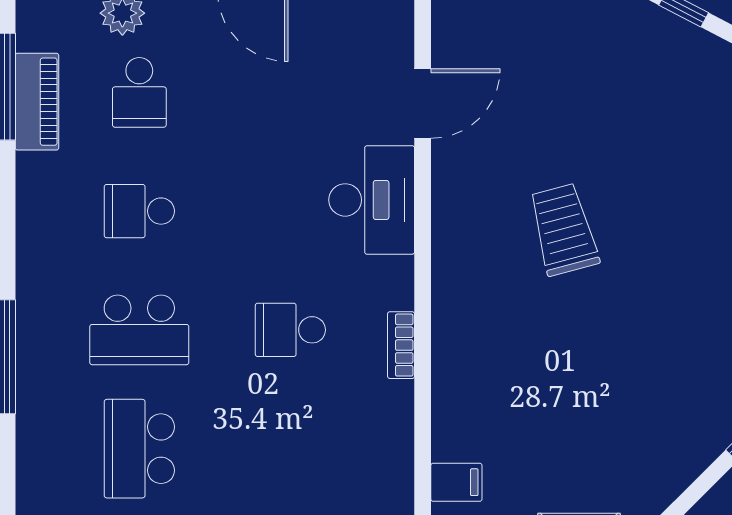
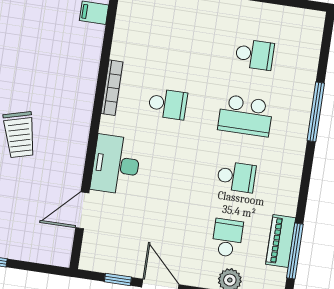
school desk: (139, 330) -> (245, 116), turned 180
bookcase: (401, 345) -> (112, 88), width x1.56
school desk: (139, 449) -> (255, 54), width x0.54

